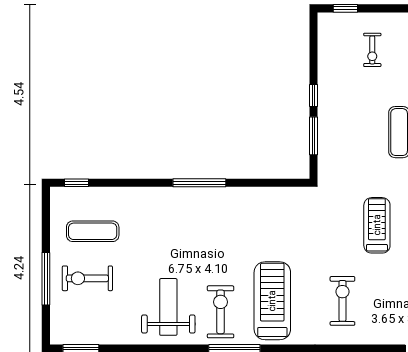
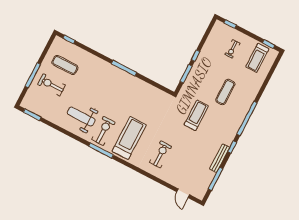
treadmill: (377, 225) -> (196, 115), moved
weight bench: (168, 307) -> (81, 117), turned -90

